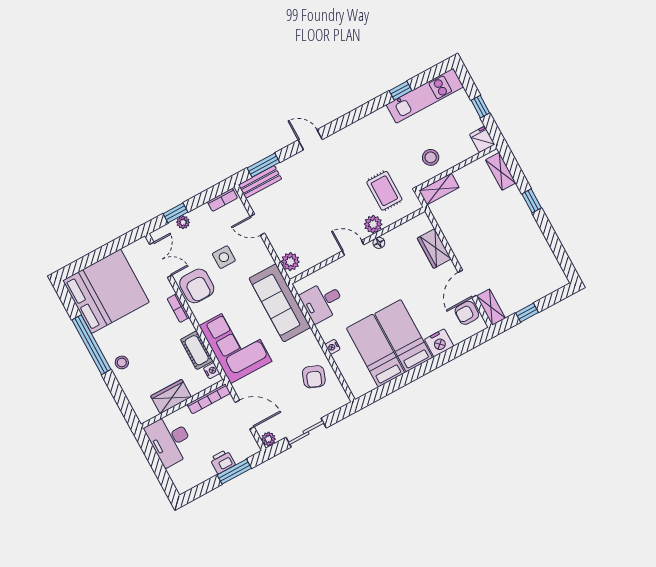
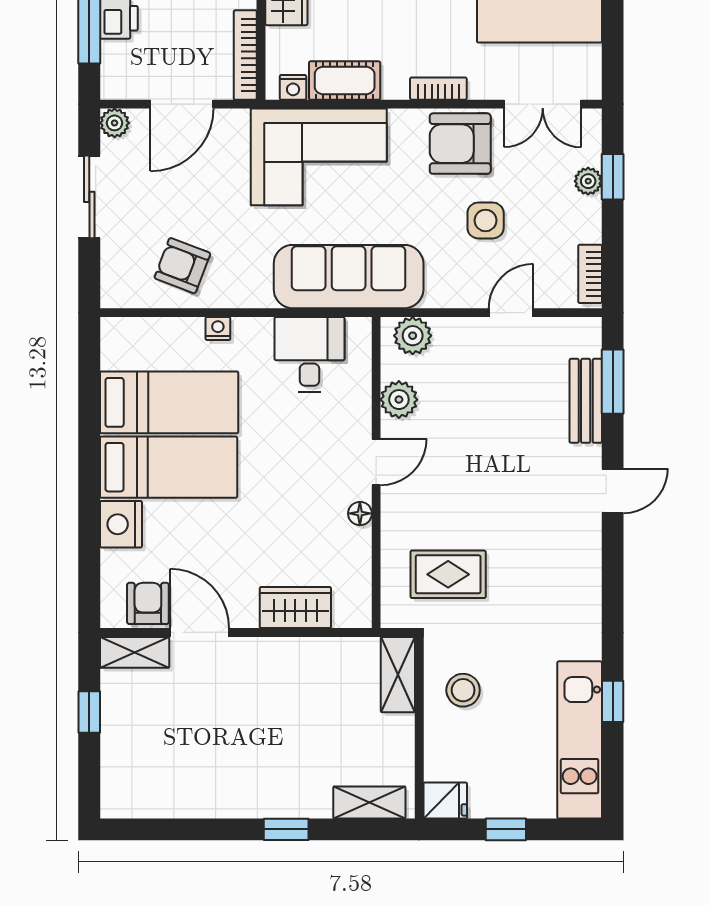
bench: (260, 182) -> (586, 401), moved
plant: (373, 224) -> (399, 400), moved

